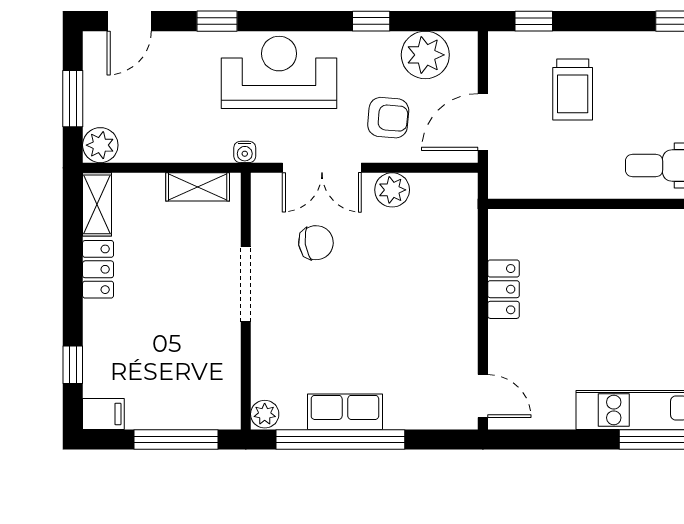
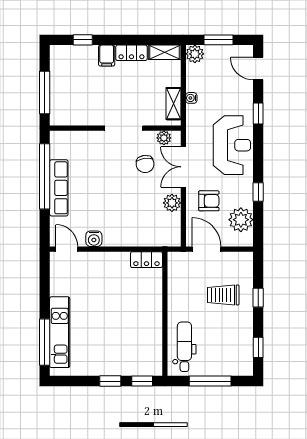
window: (534, 21) -> (258, 298), moved
armchair: (388, 118) -> (209, 201), turned -95
water cooler: (245, 152) -> (191, 98), moved
locker: (503, 289) -> (146, 260), moved
water cooler: (462, 343) -> (94, 239), added
door: (483, 396) -> (67, 249), swing flipped
row of seats: (345, 412) -> (59, 188), width x1.48
filing cabinet: (103, 414) -> (107, 56), moved
plant: (265, 414) -> (164, 138), moved

